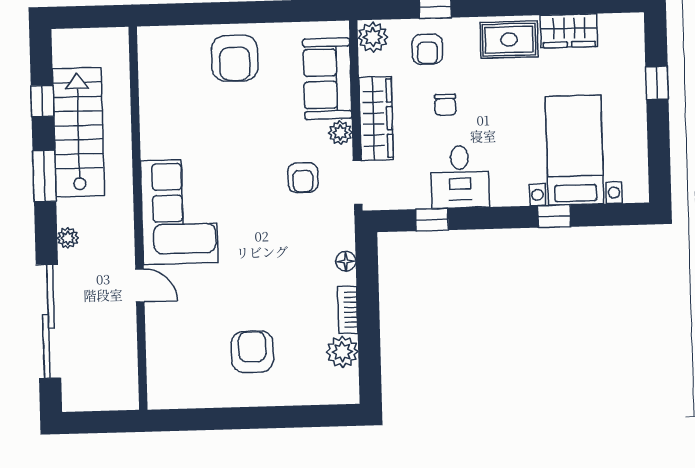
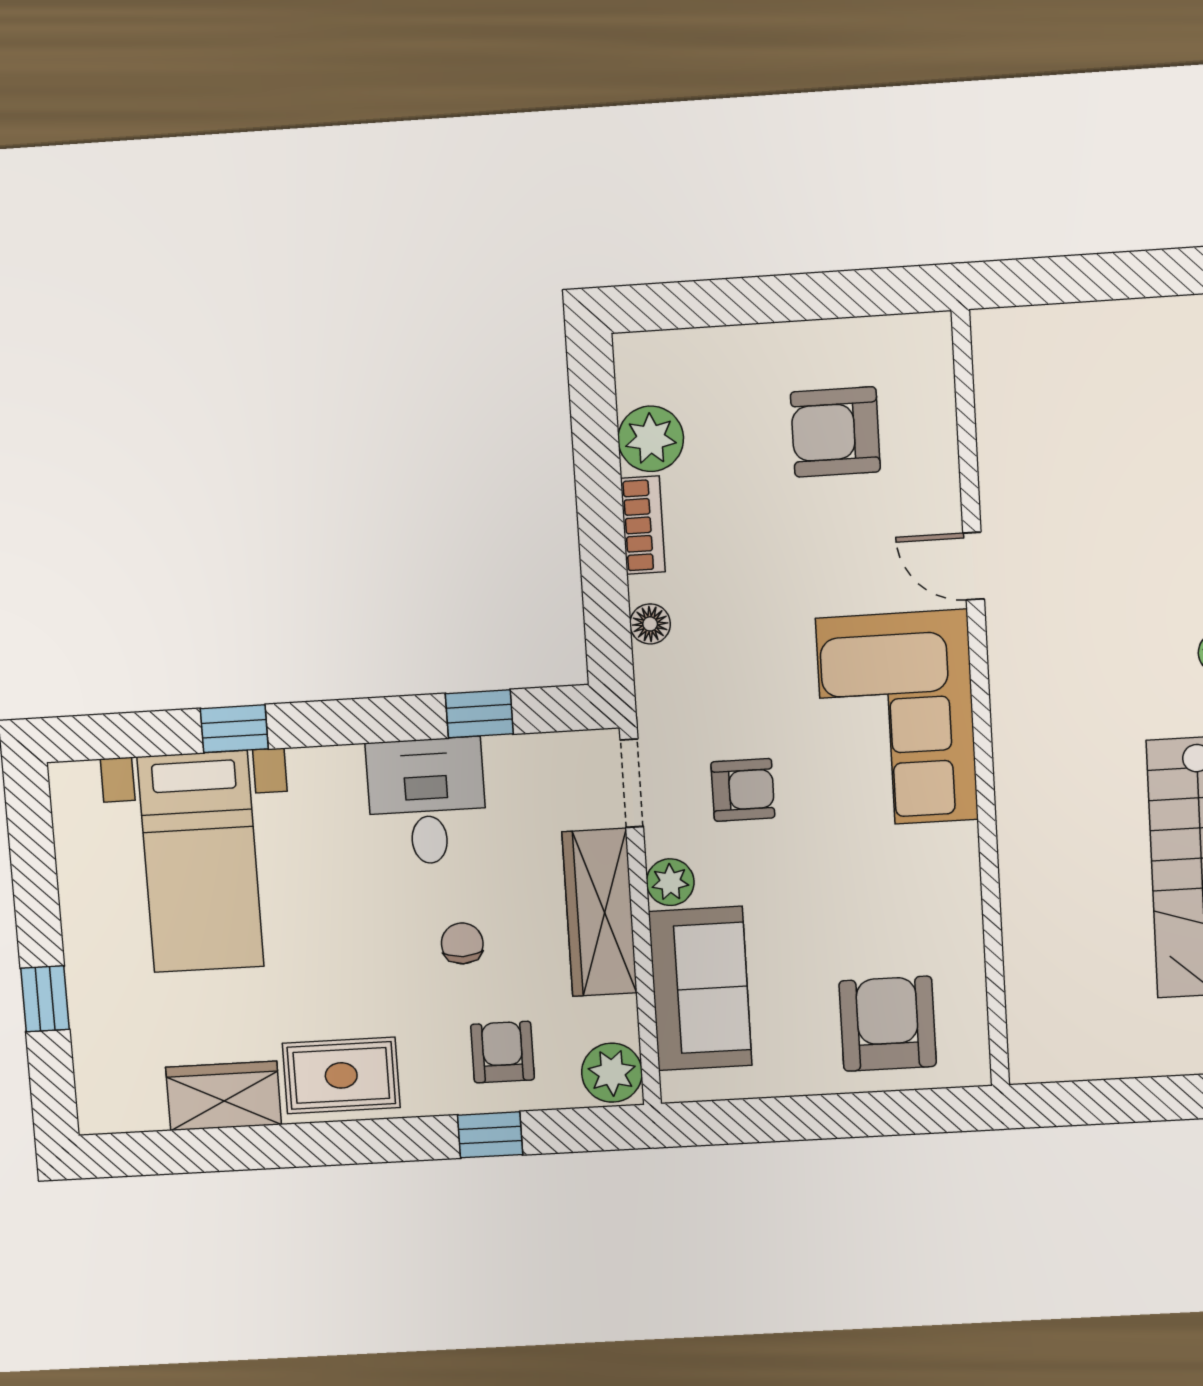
armchair: (303, 178) -> (743, 790), turned 90
corner sofa: (179, 212) -> (897, 719), moved
wall: (138, 218) -> (981, 703), moved
door: (140, 285) -> (974, 566), moved
armchair: (252, 352) -> (835, 432), turned 90

